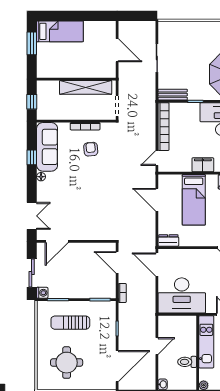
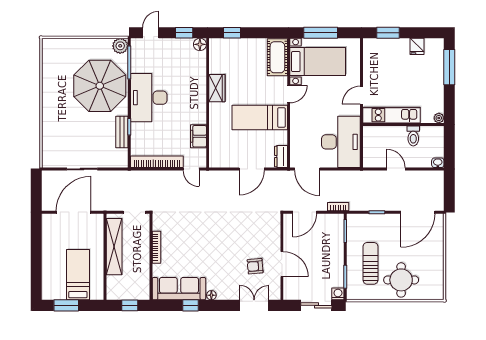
bed: (60, 31) -> (78, 275), moved
door: (117, 50) -> (74, 212), width x1.36
bench: (173, 95) -> (122, 132), moved
armchair: (91, 149) -> (255, 266), moved
filing cabinet: (203, 165) -> (198, 136), moved
door: (157, 200) -> (252, 169), moved
bed: (194, 200) -> (260, 117), moved, turned 180
door: (57, 241) -> (282, 264), moved
door: (157, 265) -> (307, 169), hinge flipped
sun lounger: (70, 323) -> (370, 263), turned 180
round table: (67, 363) -> (401, 280), moved
door: (117, 366) -> (418, 212), swing flipped

